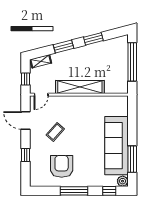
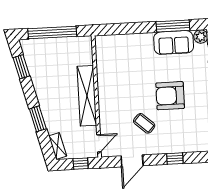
window: (93, 39) -> (21, 67), moved
door: (41, 95) -> (99, 143), hinge flipped
sofa: (116, 146) -> (174, 42), width x0.54, depth x0.79
armchair: (62, 166) -> (170, 96), moved

